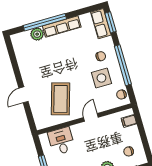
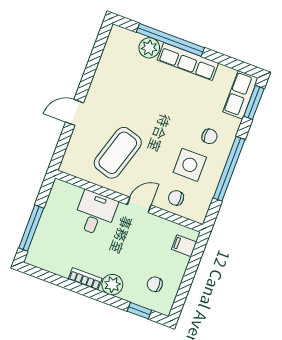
chair: (121, 94) -> (176, 198), moved
desk: (61, 141) -> (95, 213), moved

